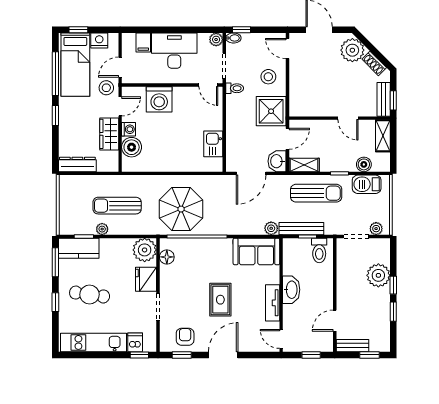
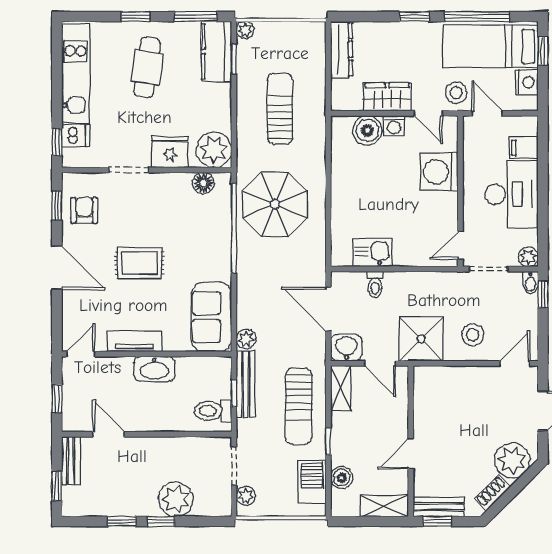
toilet: (235, 88) -> (375, 284), moved
plant: (102, 229) -> (245, 30), moved
armchair: (185, 337) -> (84, 210), turned -90

